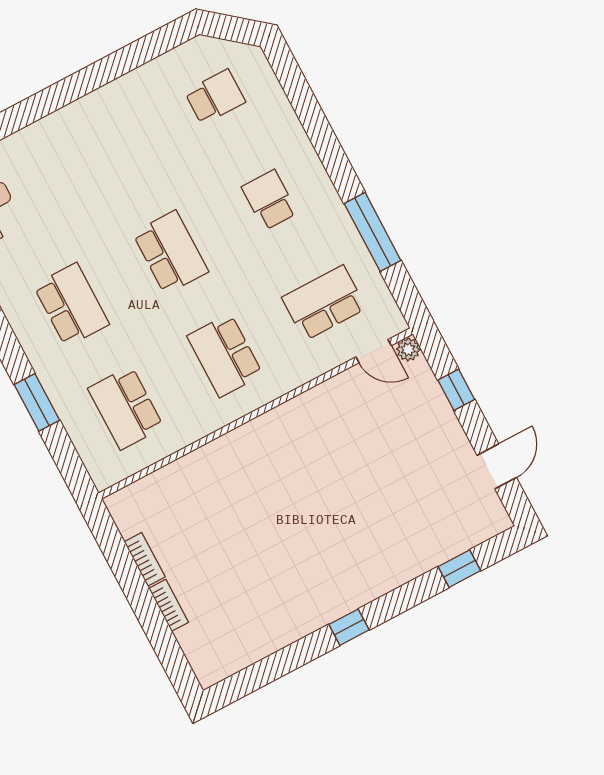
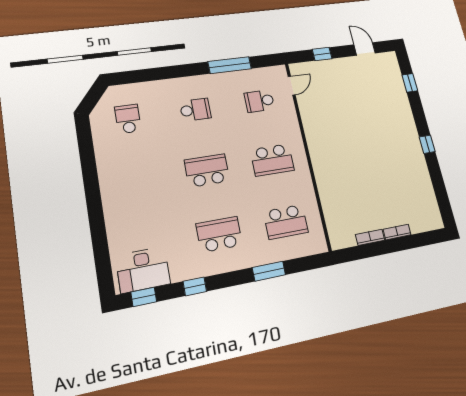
school desk: (269, 200) -> (195, 110), turned 180
school desk: (324, 303) -> (259, 101), width x0.54
plant: (408, 349) -> (296, 69), removed

